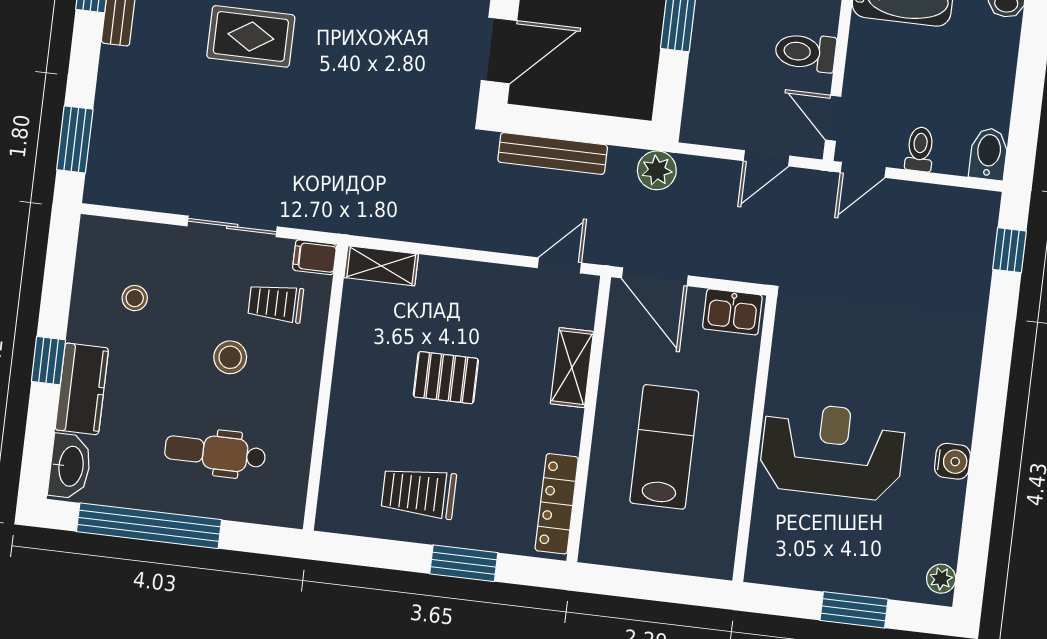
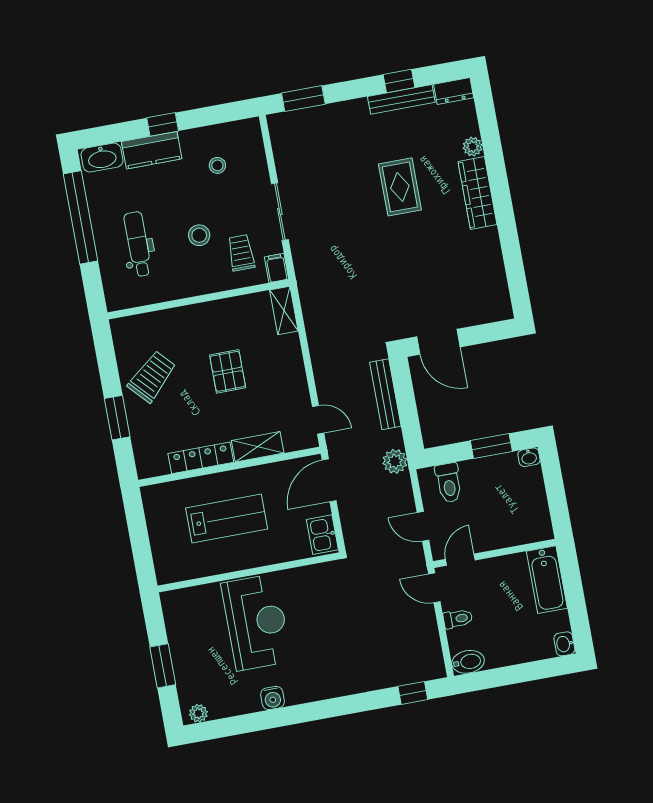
toilet: (805, 52) -> (449, 483), moved, turned 180
trolley: (419, 493) -> (152, 377), turned 47
locker: (557, 504) -> (201, 458), moved

